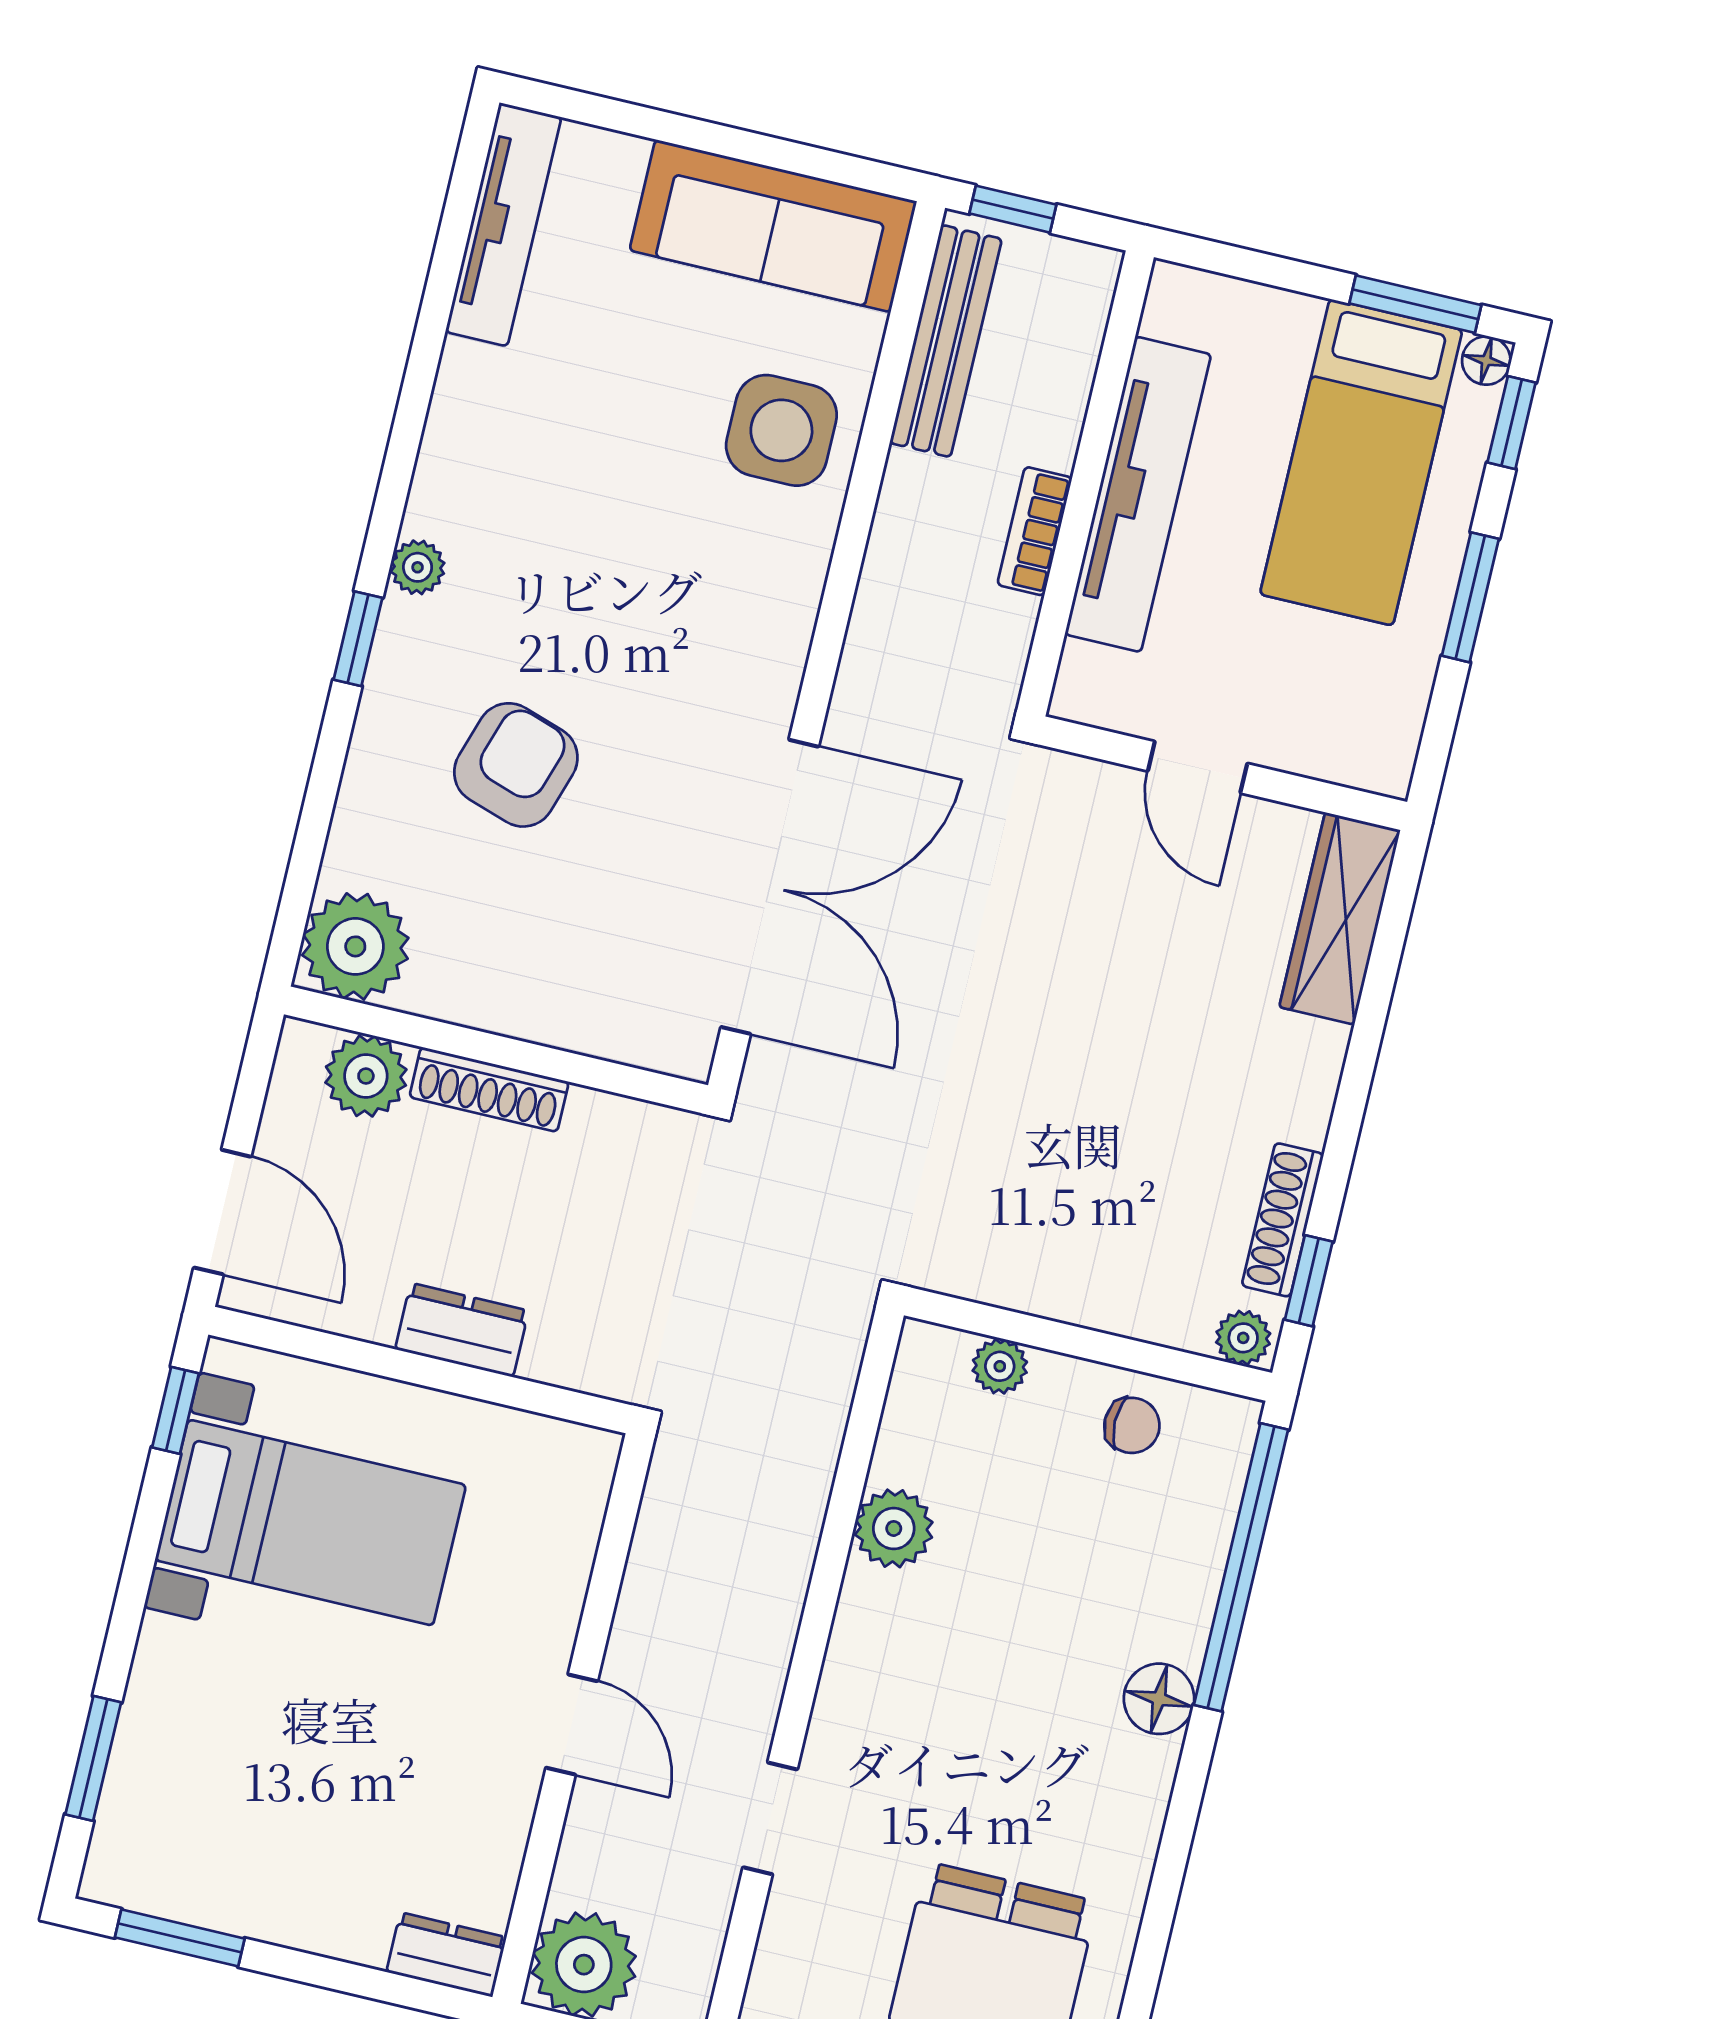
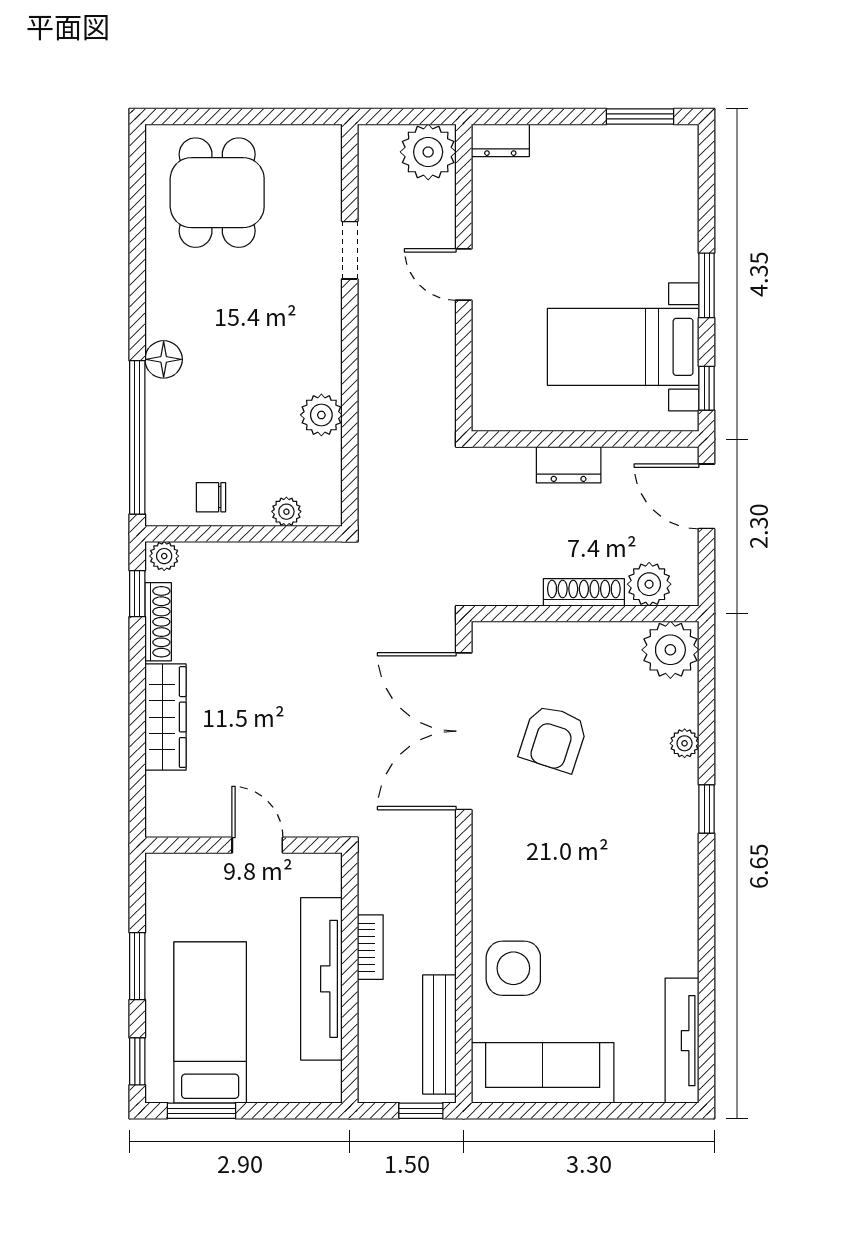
floor lamp: (1486, 361) -> (158, 1090), removed
plant: (418, 567) -> (685, 743), moved
armchair: (516, 765) -> (553, 738), moved
wardrobe: (1340, 919) -> (165, 717), moved
window: (93, 1758) -> (707, 285), moved

